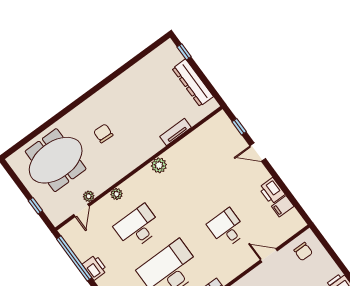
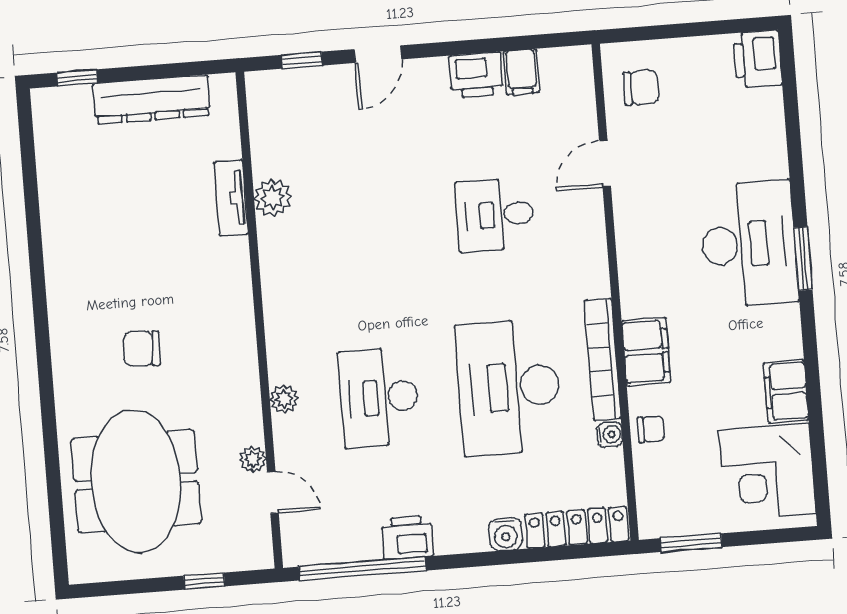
plant: (159, 165) -> (273, 198), moved

